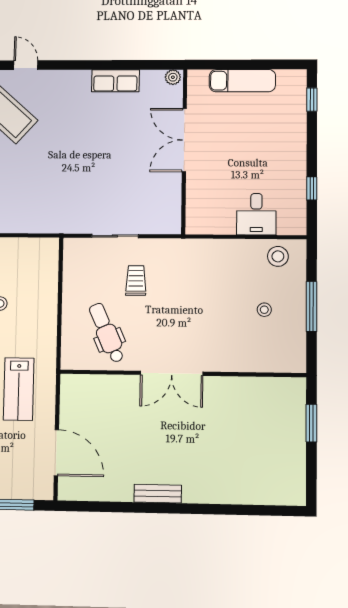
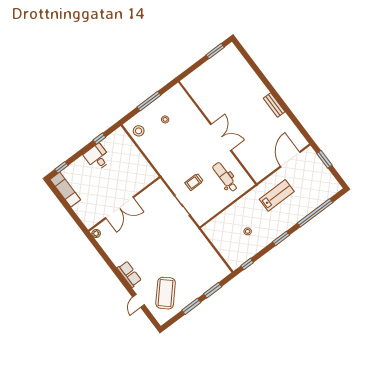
row of seats: (115, 81) -> (129, 274), moved
exam couch: (242, 81) -> (65, 190), moved
desk: (256, 214) -> (97, 157), moved, turned -90
dental chair: (107, 333) -> (225, 177), turned 114
window: (311, 423) -> (215, 51), moved

